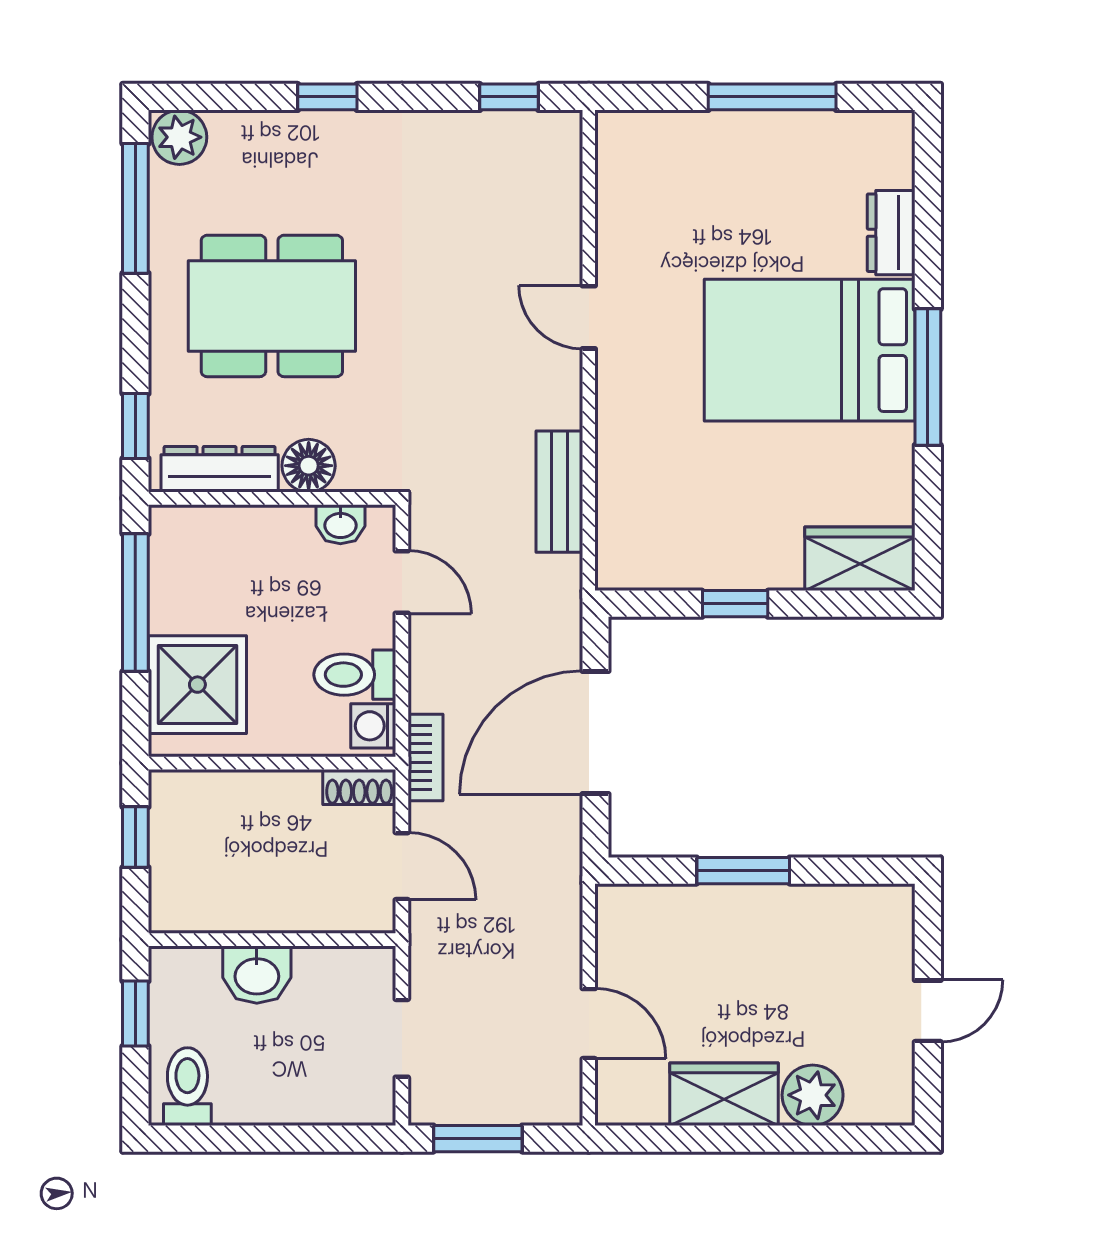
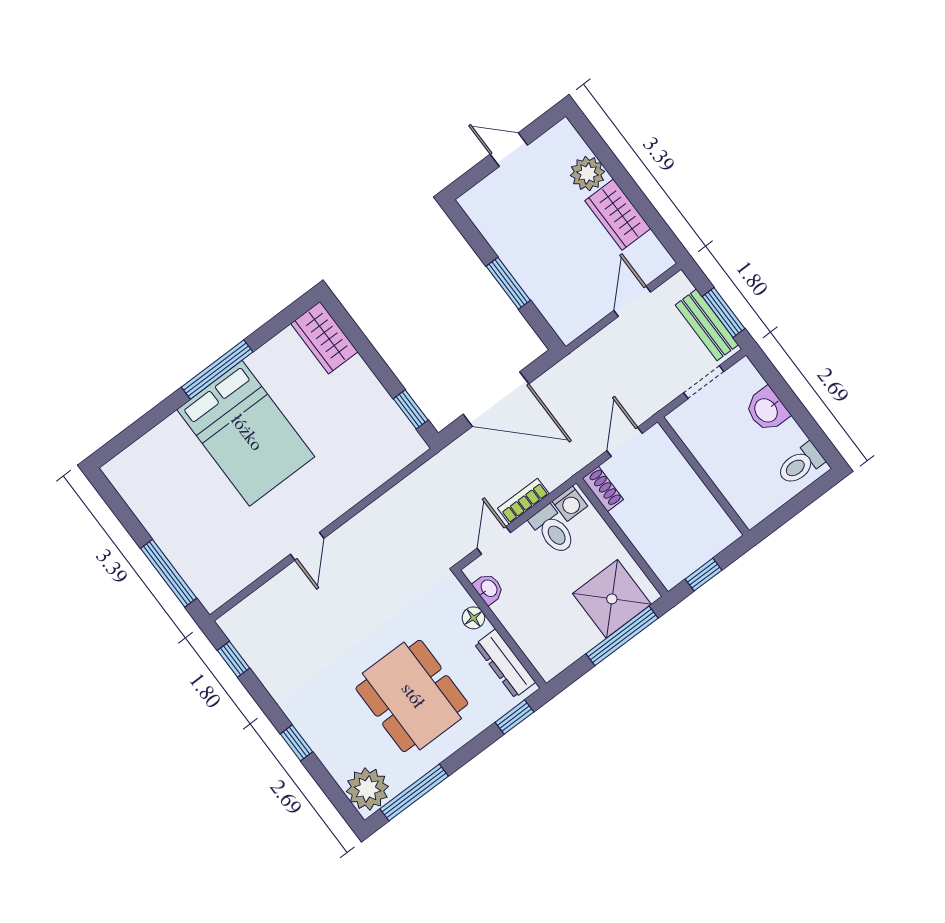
window: (772, 97) -> (169, 573), moved
plant: (179, 137) -> (367, 789), width x1.36, depth x1.36
dresser: (891, 233) -> (163, 436), removed
floor lamp: (309, 466) -> (473, 618), width x0.73, depth x0.73
bench: (559, 492) -> (707, 325), moved, turned 90
window: (135, 603) -> (622, 636), moved
window: (735, 604) -> (411, 409), moved
bookcase: (425, 758) -> (523, 501), moved
washbasin: (257, 975) -> (767, 410), moved, turned 180
window: (135, 1014) -> (785, 513), removed

